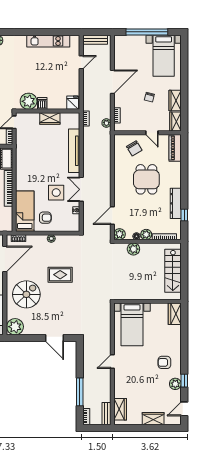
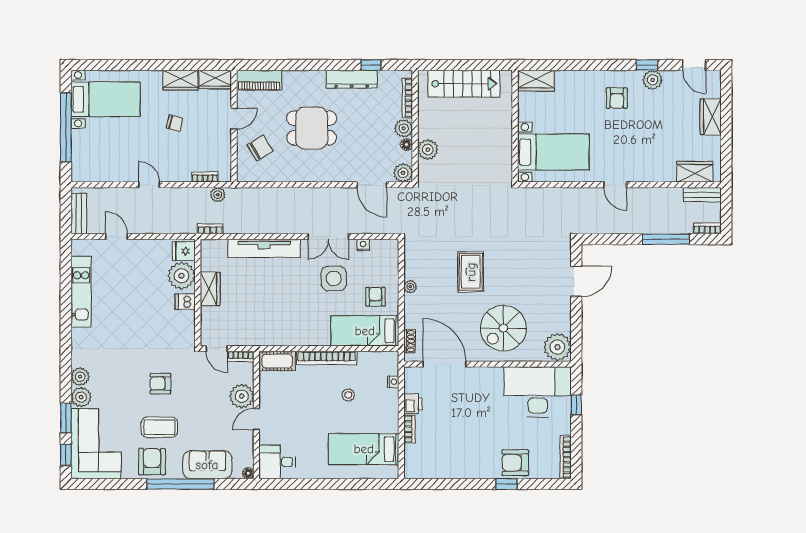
door: (112, 82) -> (149, 185), width x0.53
plant: (29, 101) -> (181, 276), moved
spiral stairs: (26, 294) -> (503, 328), turned -90

